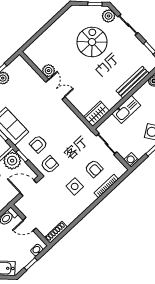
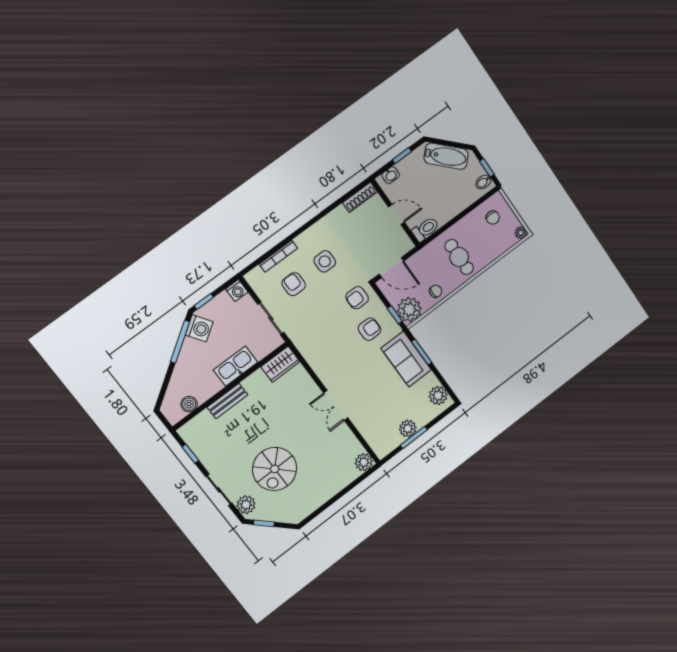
plant: (49, 71) -> (364, 462), moved
bench: (133, 82) -> (227, 401), width x0.73

